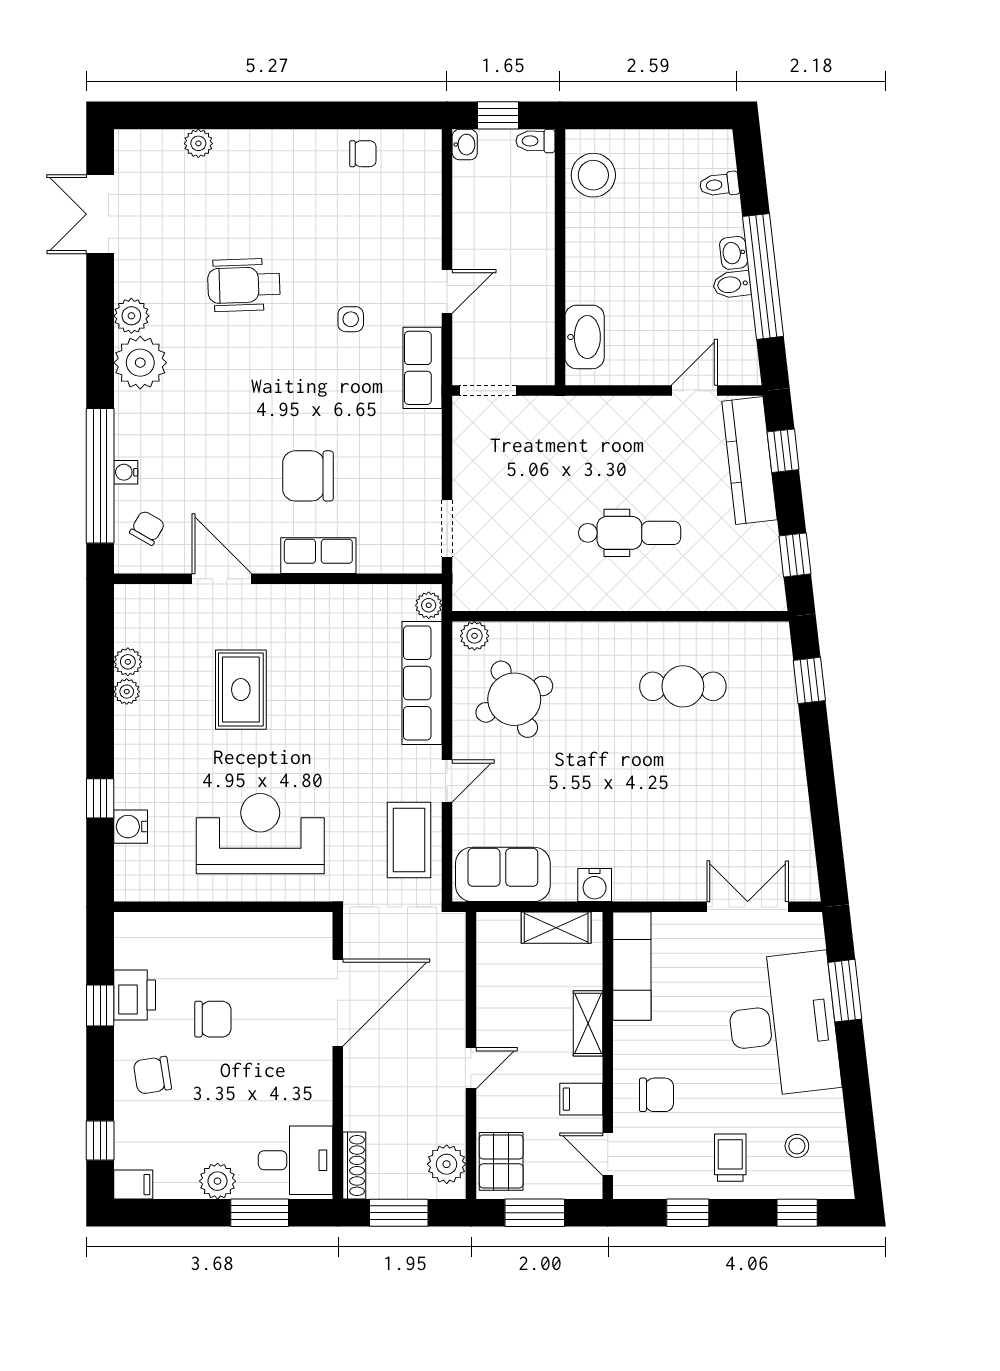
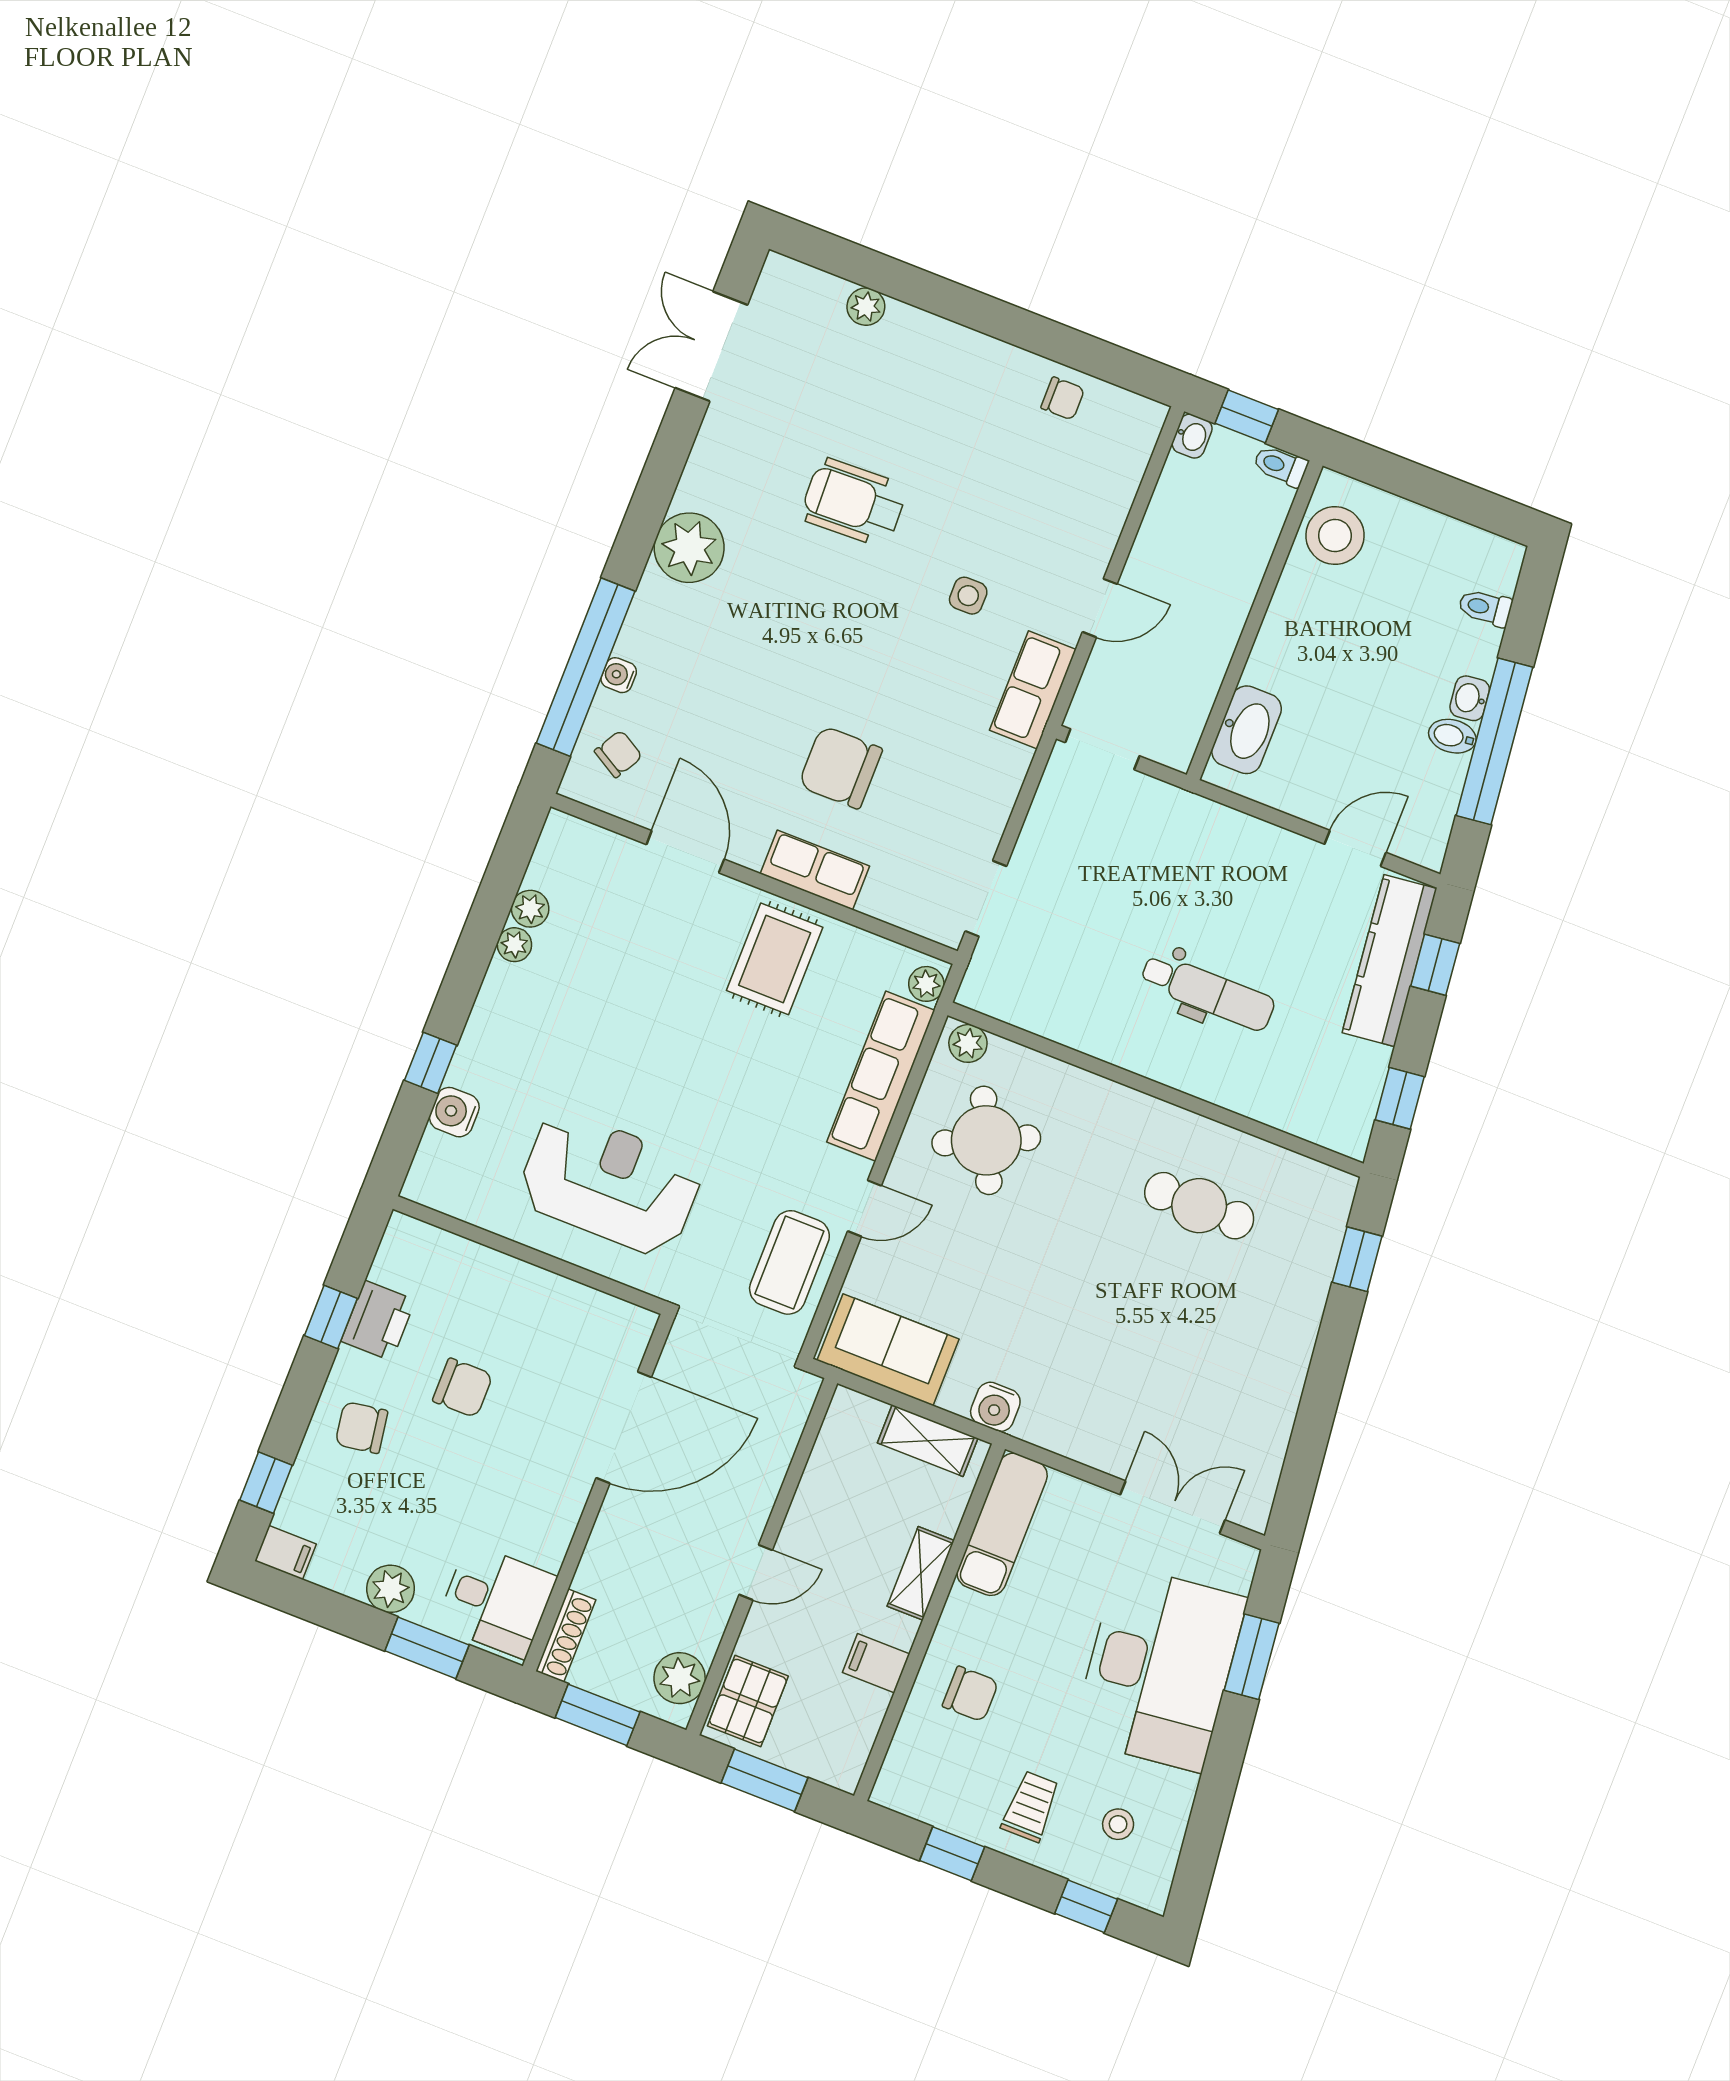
plant: (131, 316) -> (701, 486), removed
rug: (241, 690) -> (775, 959), moved
door: (608, 1154) -> (882, 1743), removed

